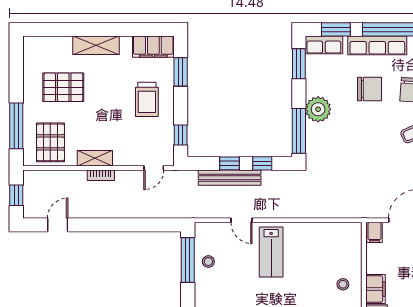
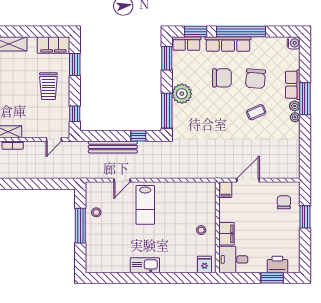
window: (230, 163) -> (113, 136), removed
door: (241, 220) -> (122, 180), hinge flipped
window: (188, 260) -> (80, 226), moved

